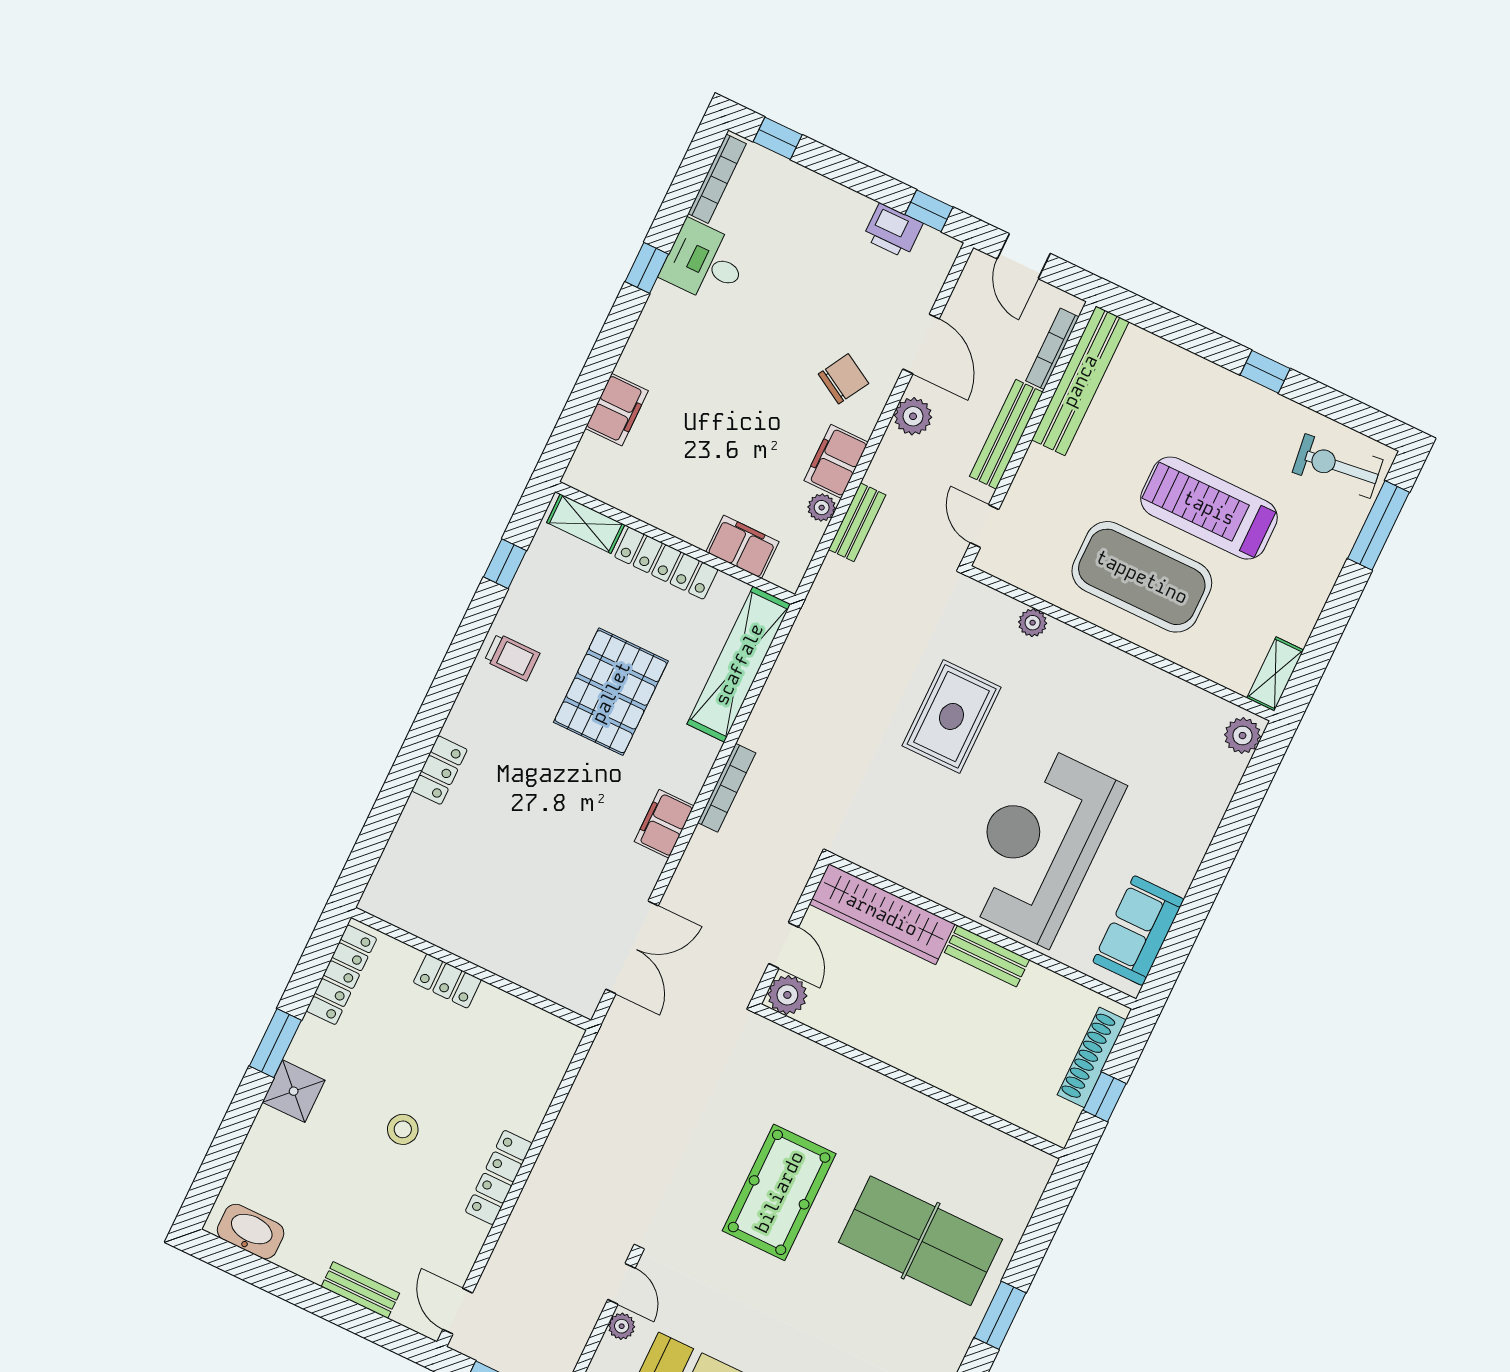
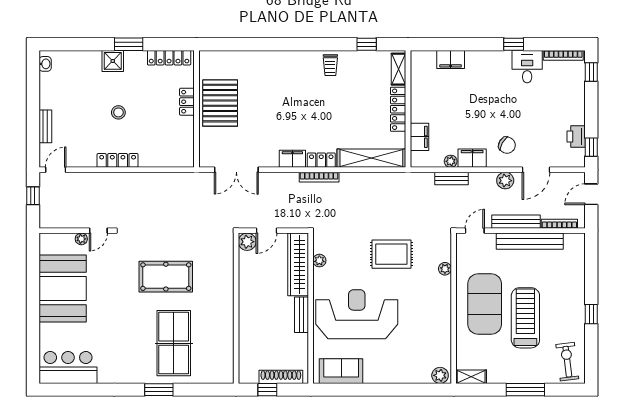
bench: (1080, 381) -> (530, 241), moved
window: (1378, 525) -> (525, 390), moved
pallet: (611, 692) -> (220, 103), moved, turned 90
locker: (439, 770) -> (321, 160), moved, turned 180
plant: (895, 868) -> (319, 261), added
washbasin: (251, 1231) -> (45, 64), width x0.52, depth x0.69

